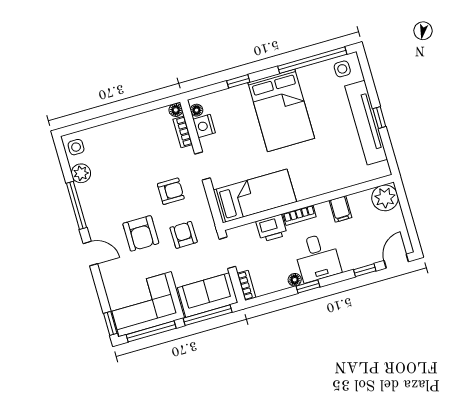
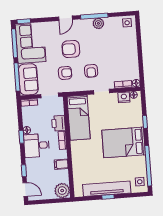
plant: (81, 173) -> (98, 23), moved

